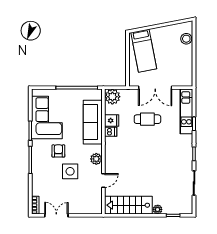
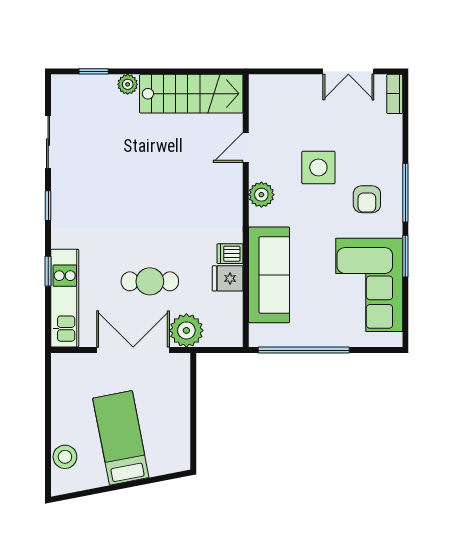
bed: (144, 51) -> (121, 438), moved
plant: (112, 97) -> (186, 330), moved
armchair: (58, 151) -> (367, 199), moved

